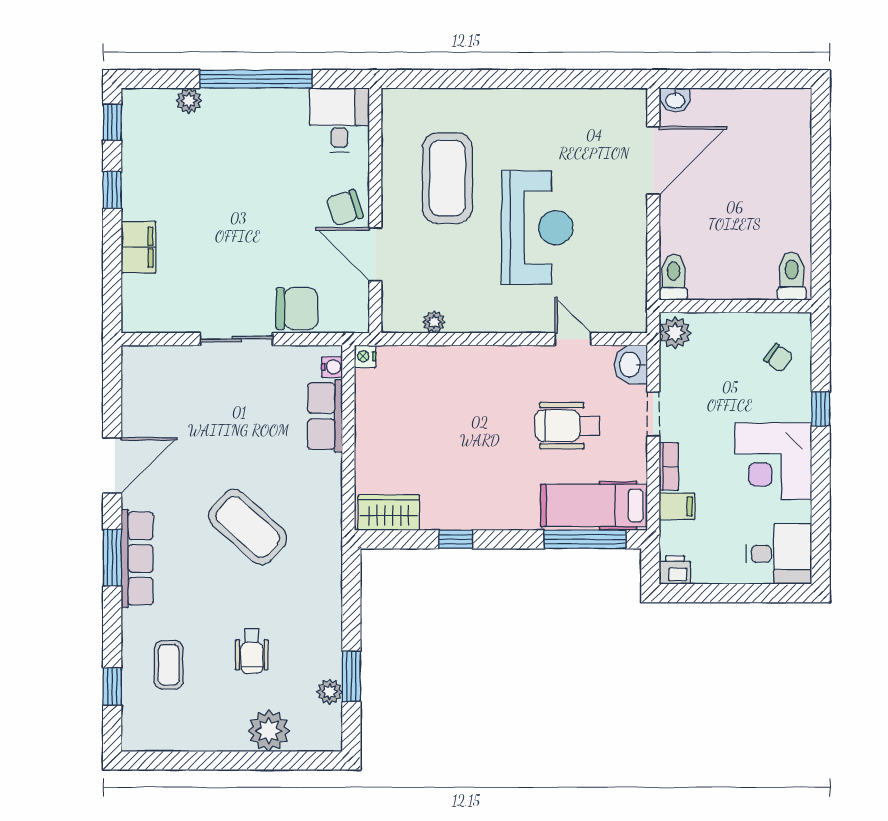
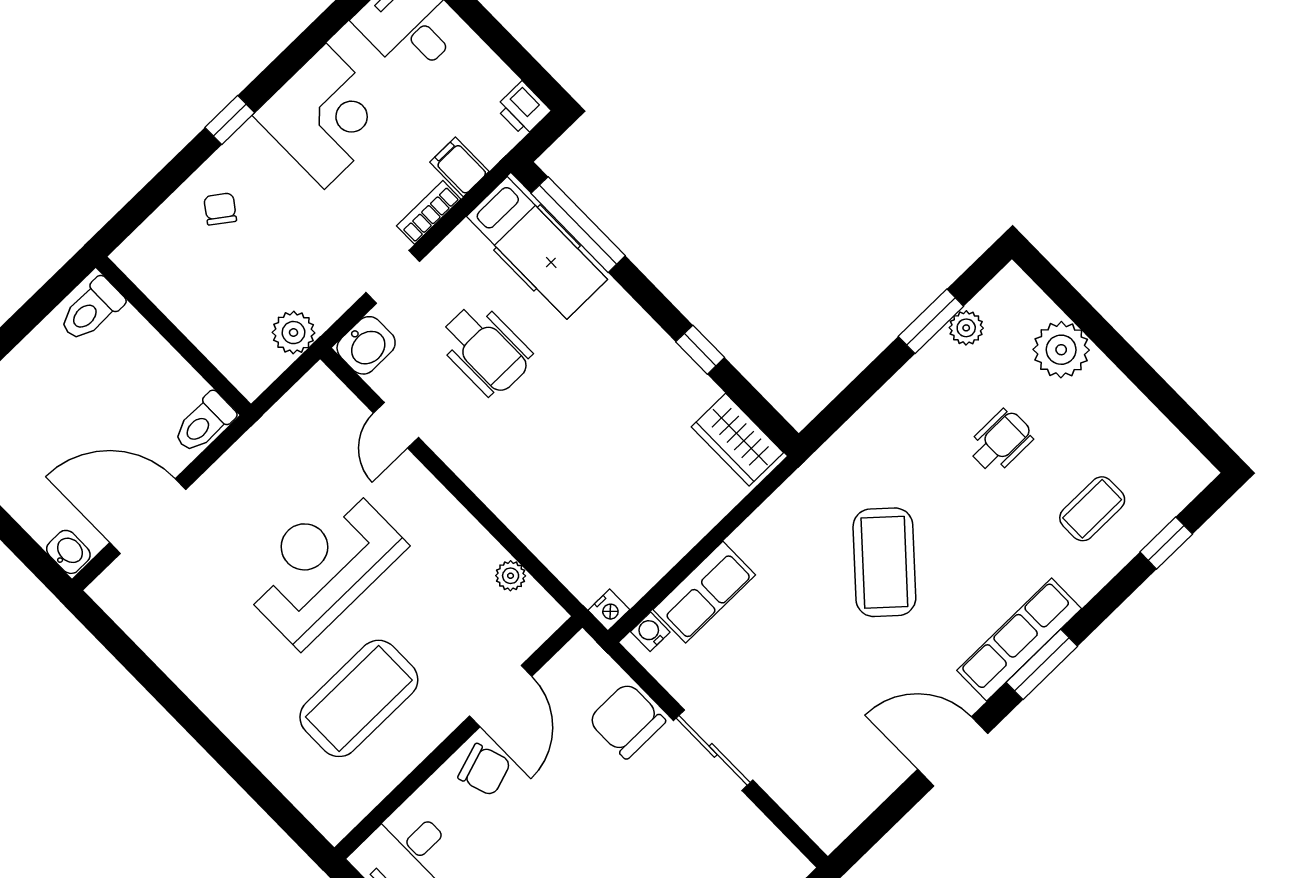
toilet: (792, 276) -> (91, 310), moved
toilet: (674, 277) -> (204, 423), moved
wall: (735, 306) -> (173, 336), moved

